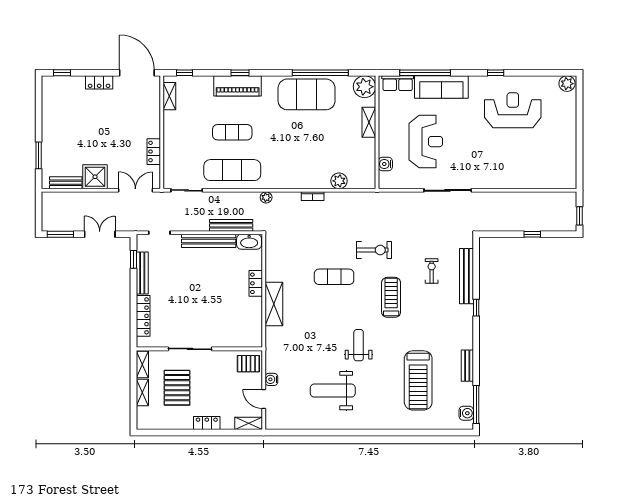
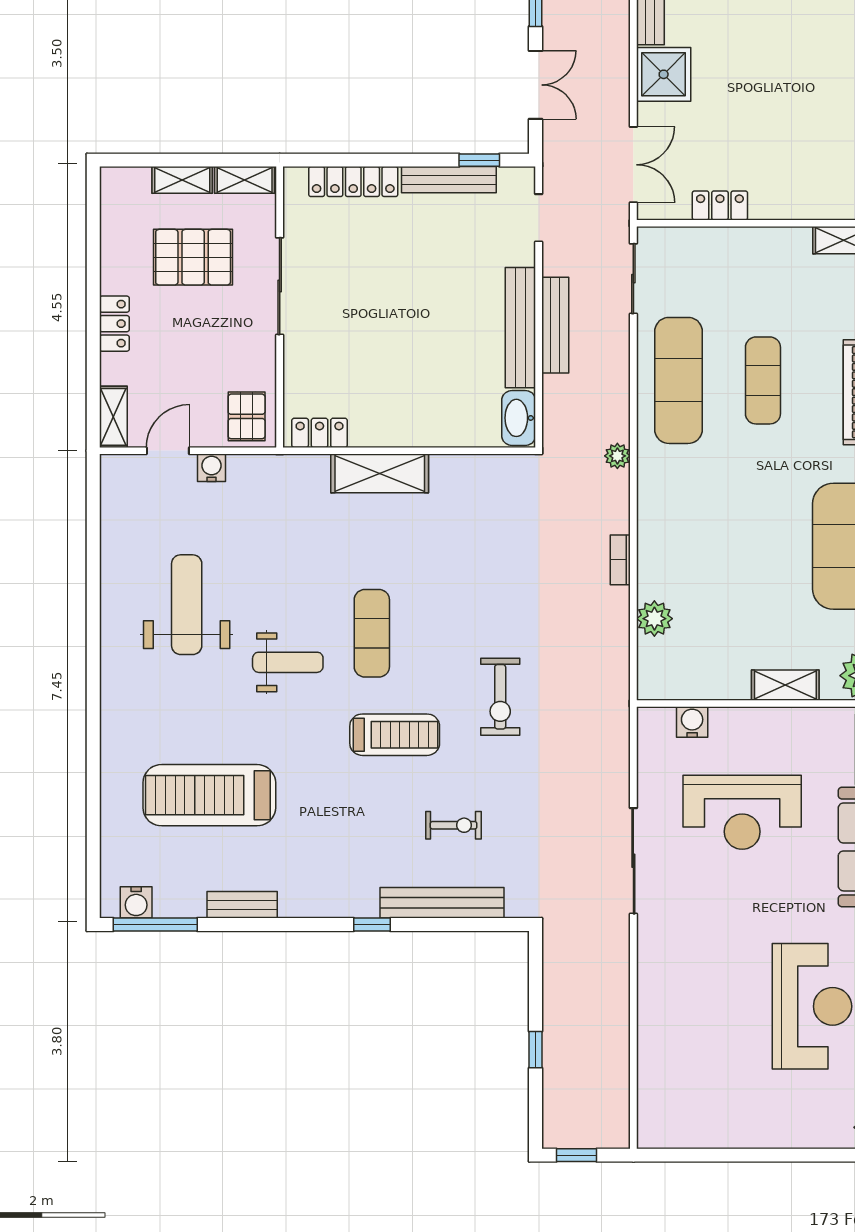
bench: (231, 225) -> (555, 325), moved
exercise mat: (334, 277) -> (372, 633), moved
locker: (256, 283) -> (320, 433), moved

